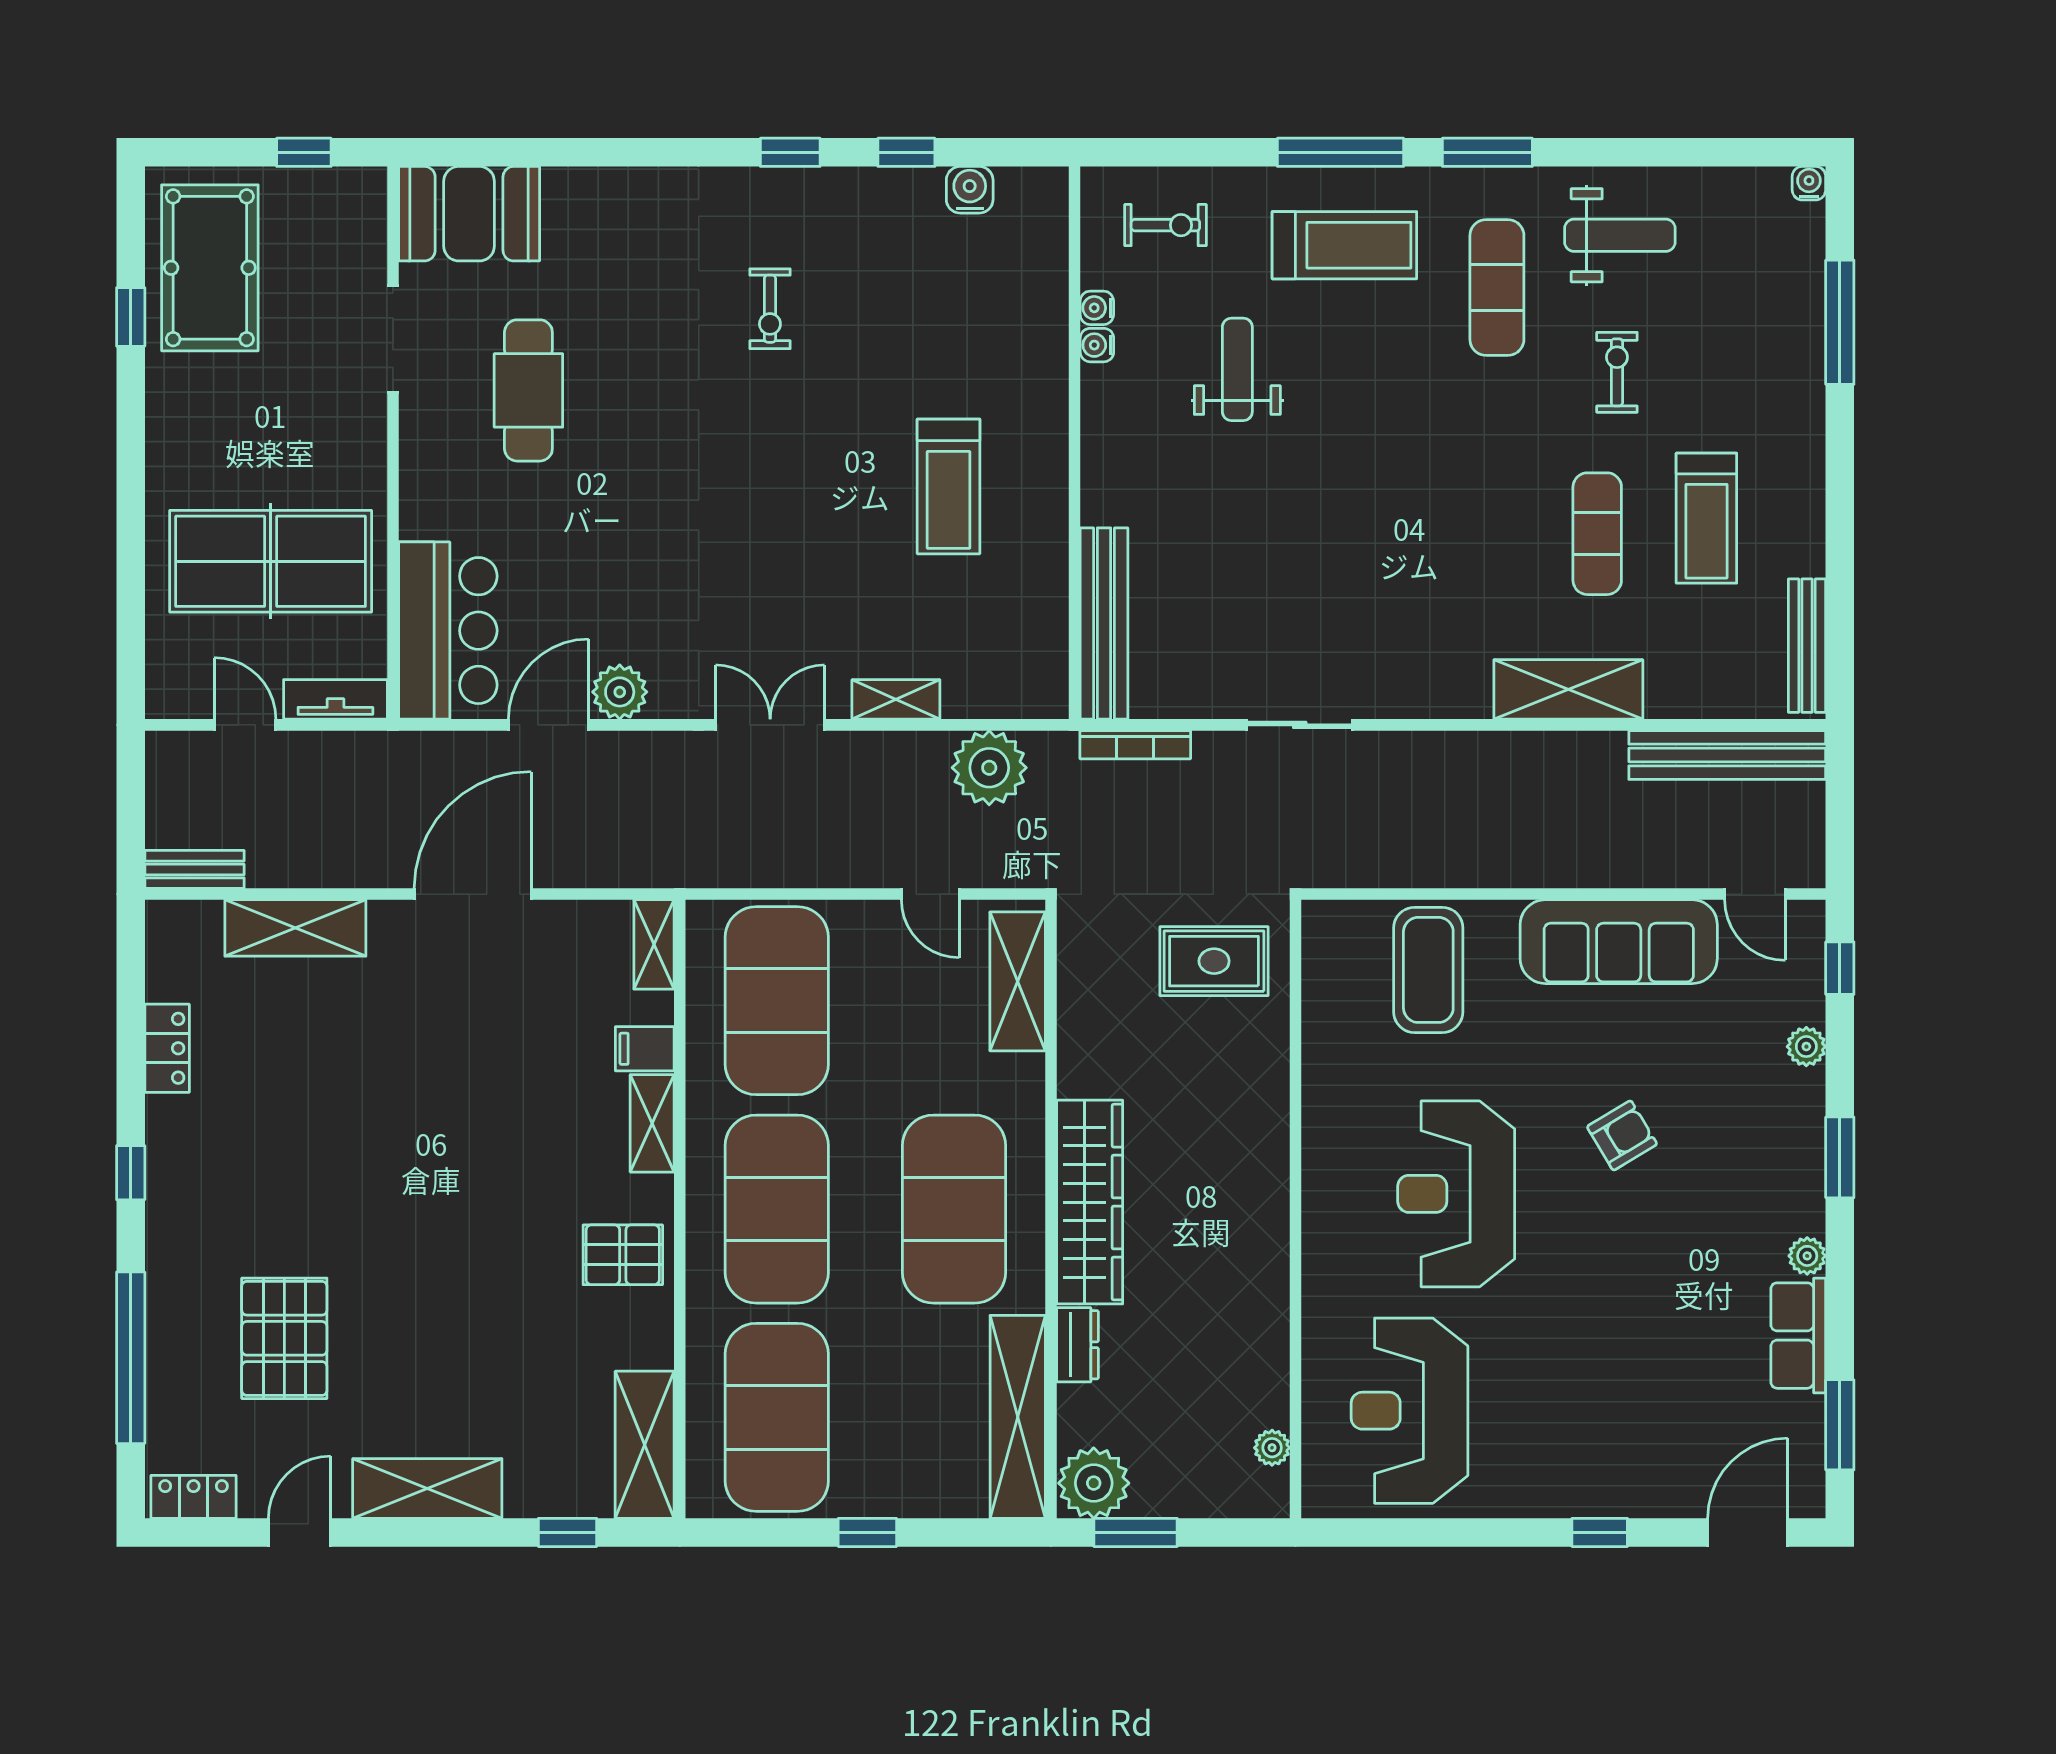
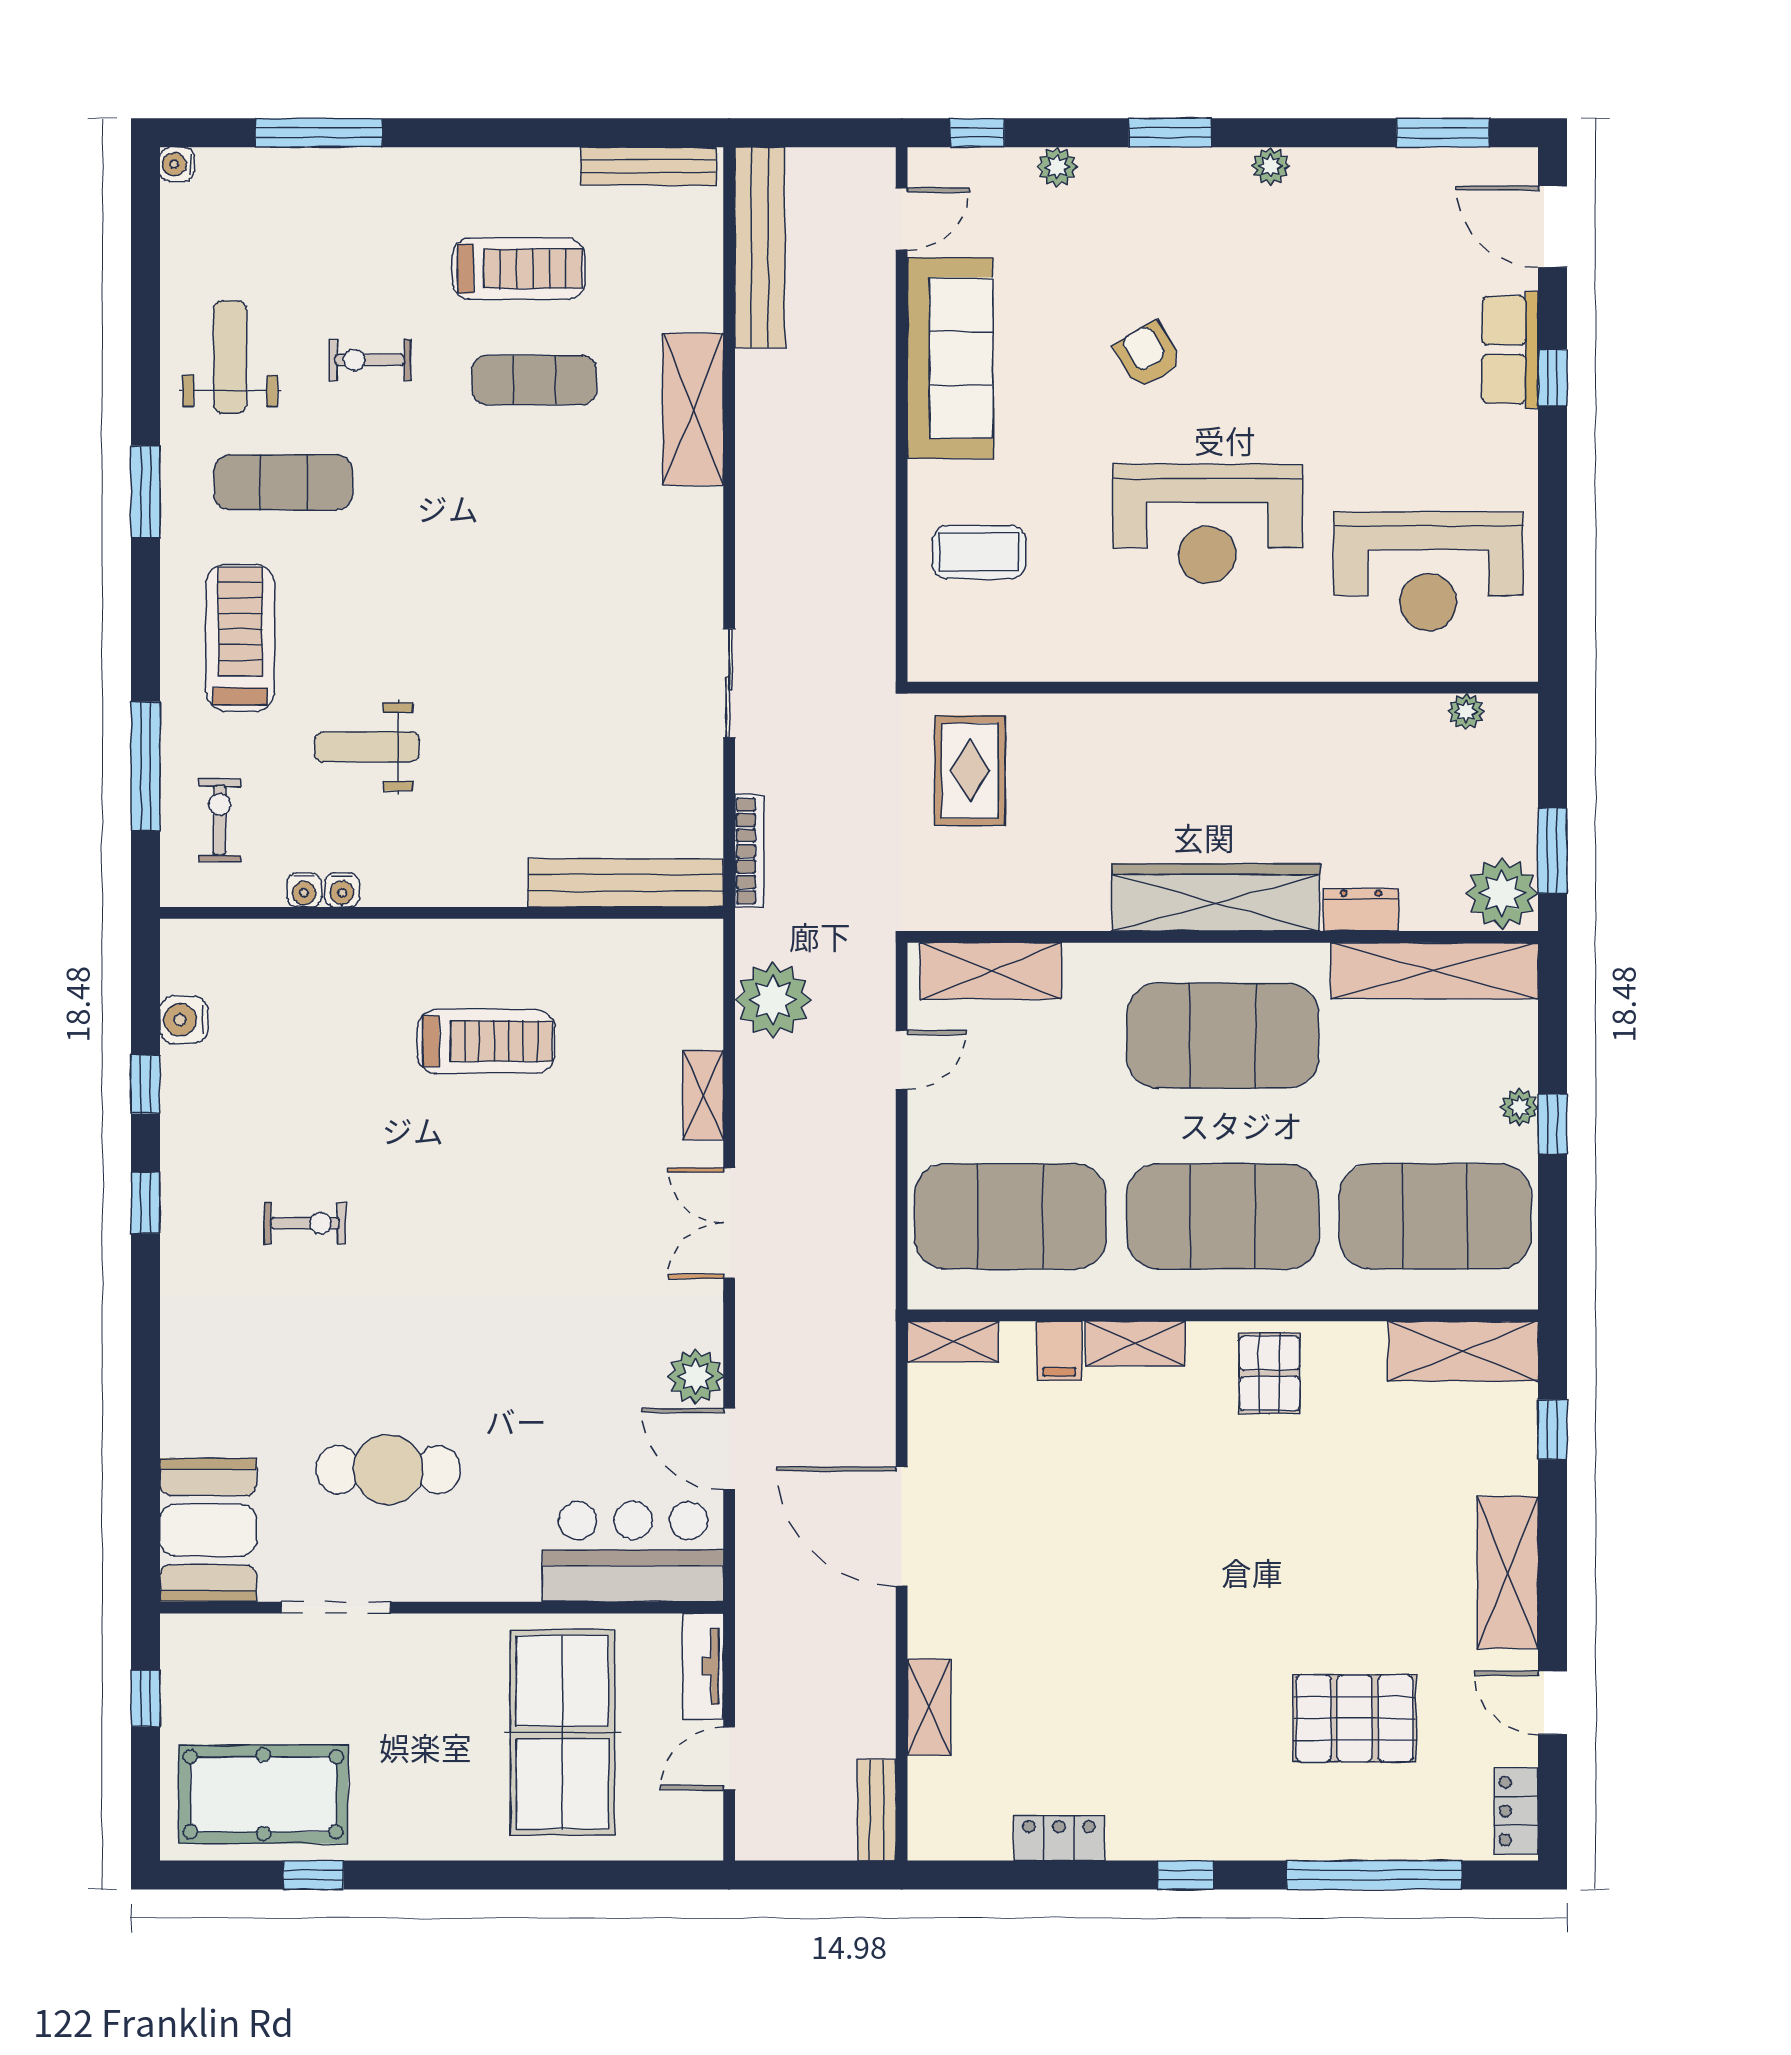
window: (1341, 152) -> (146, 766), moved
shelving: (295, 928) -> (929, 1707), width x0.67, depth x0.75
coffee table: (1428, 970) -> (979, 552), width x0.73, depth x0.76
row of seats: (1798, 1336) -> (1510, 350), moved, turned 90
plant: (884, 1500) -> (1519, 1107), added

